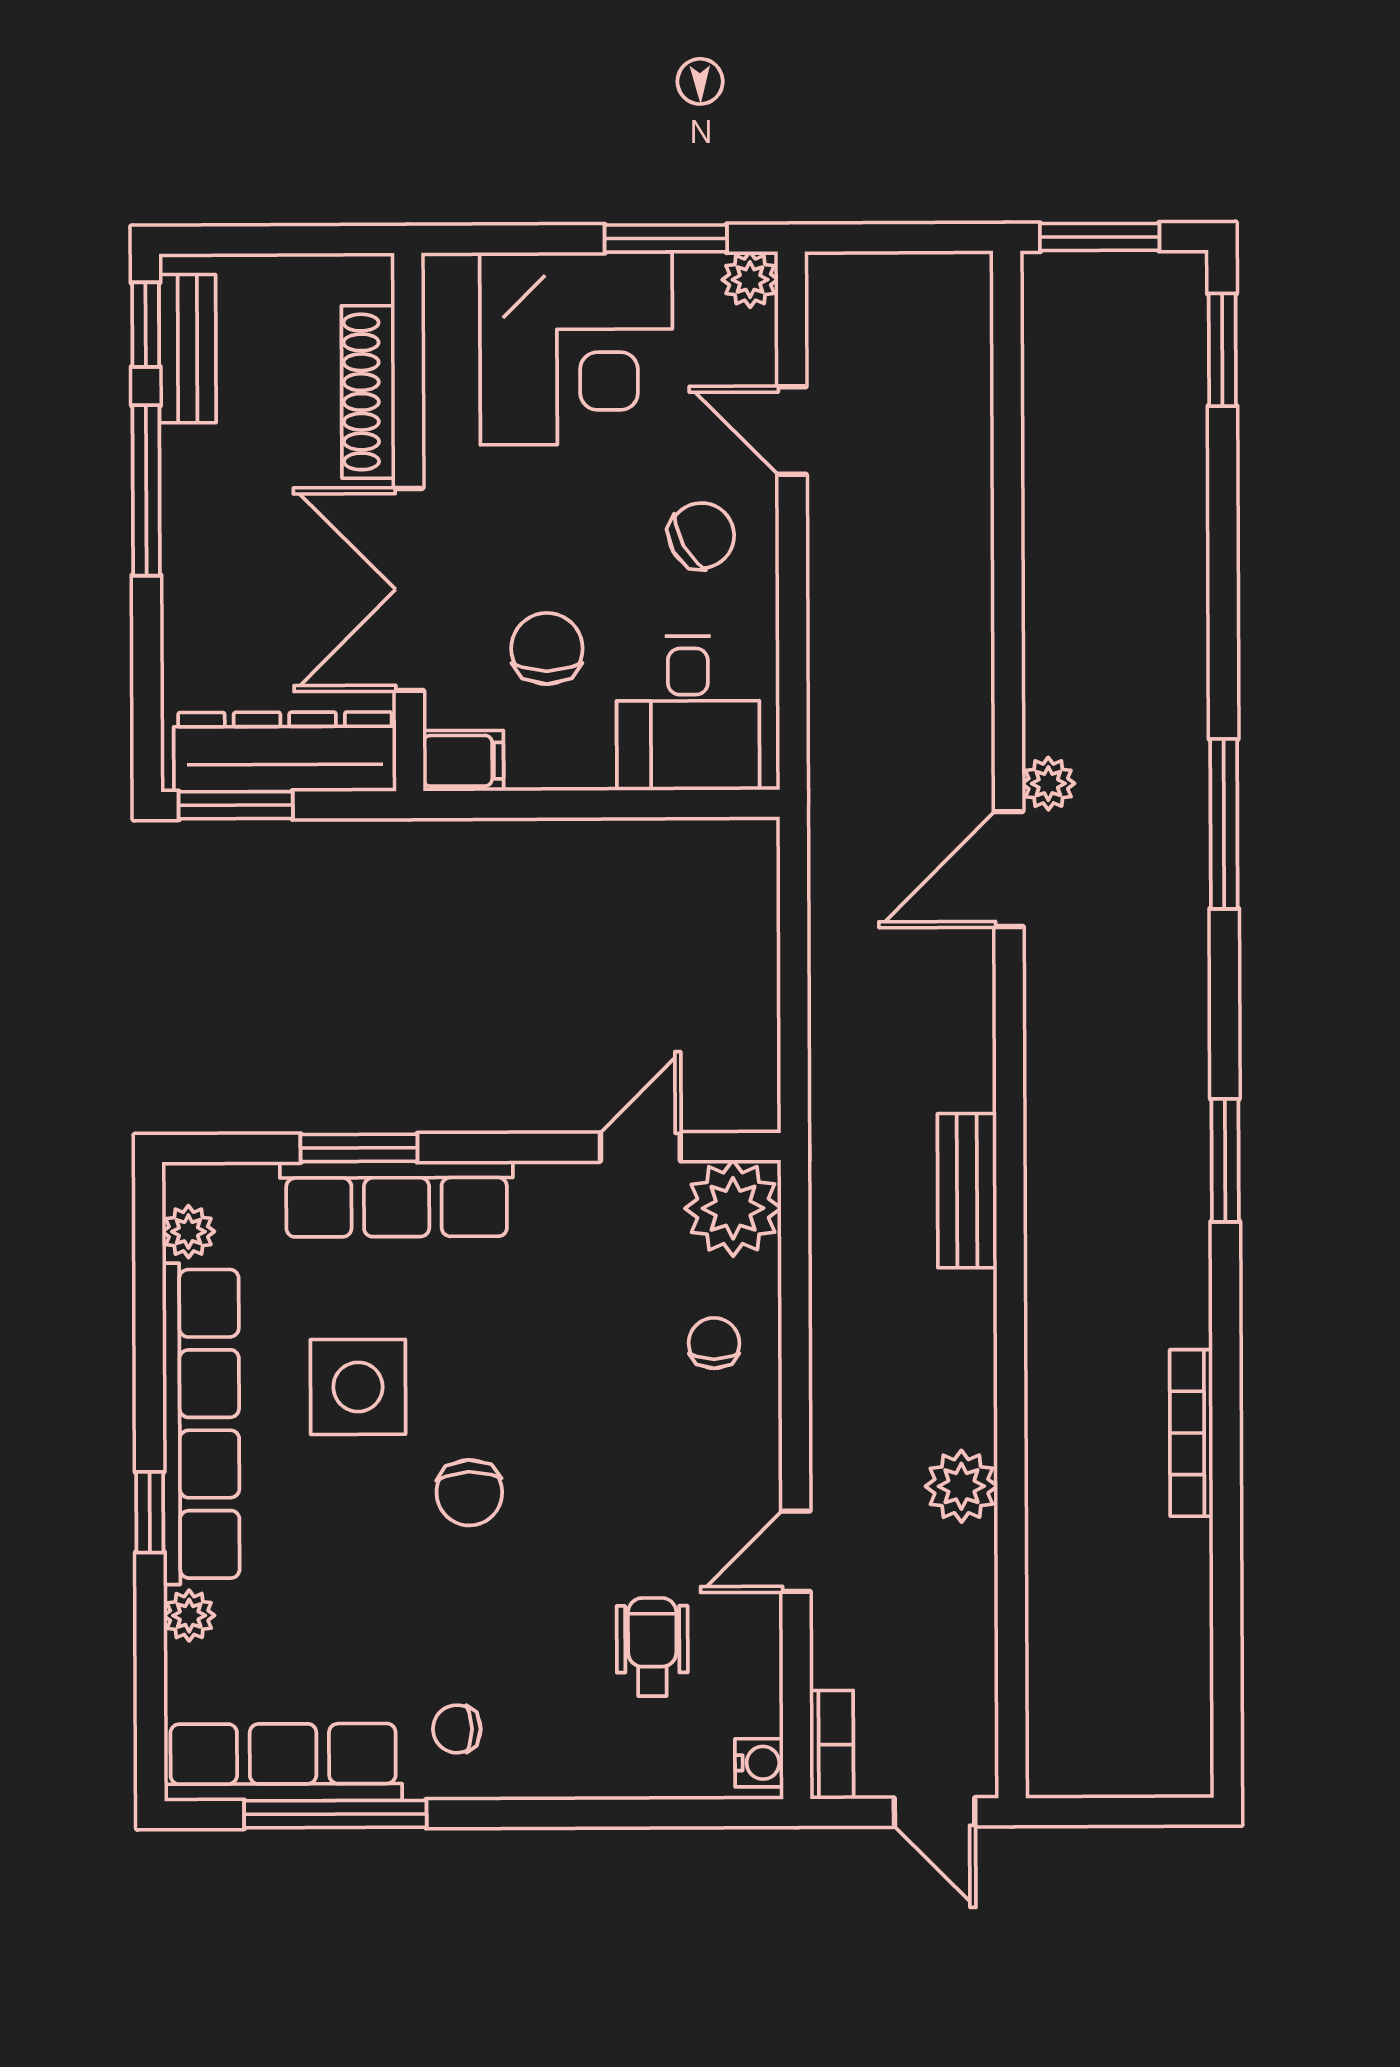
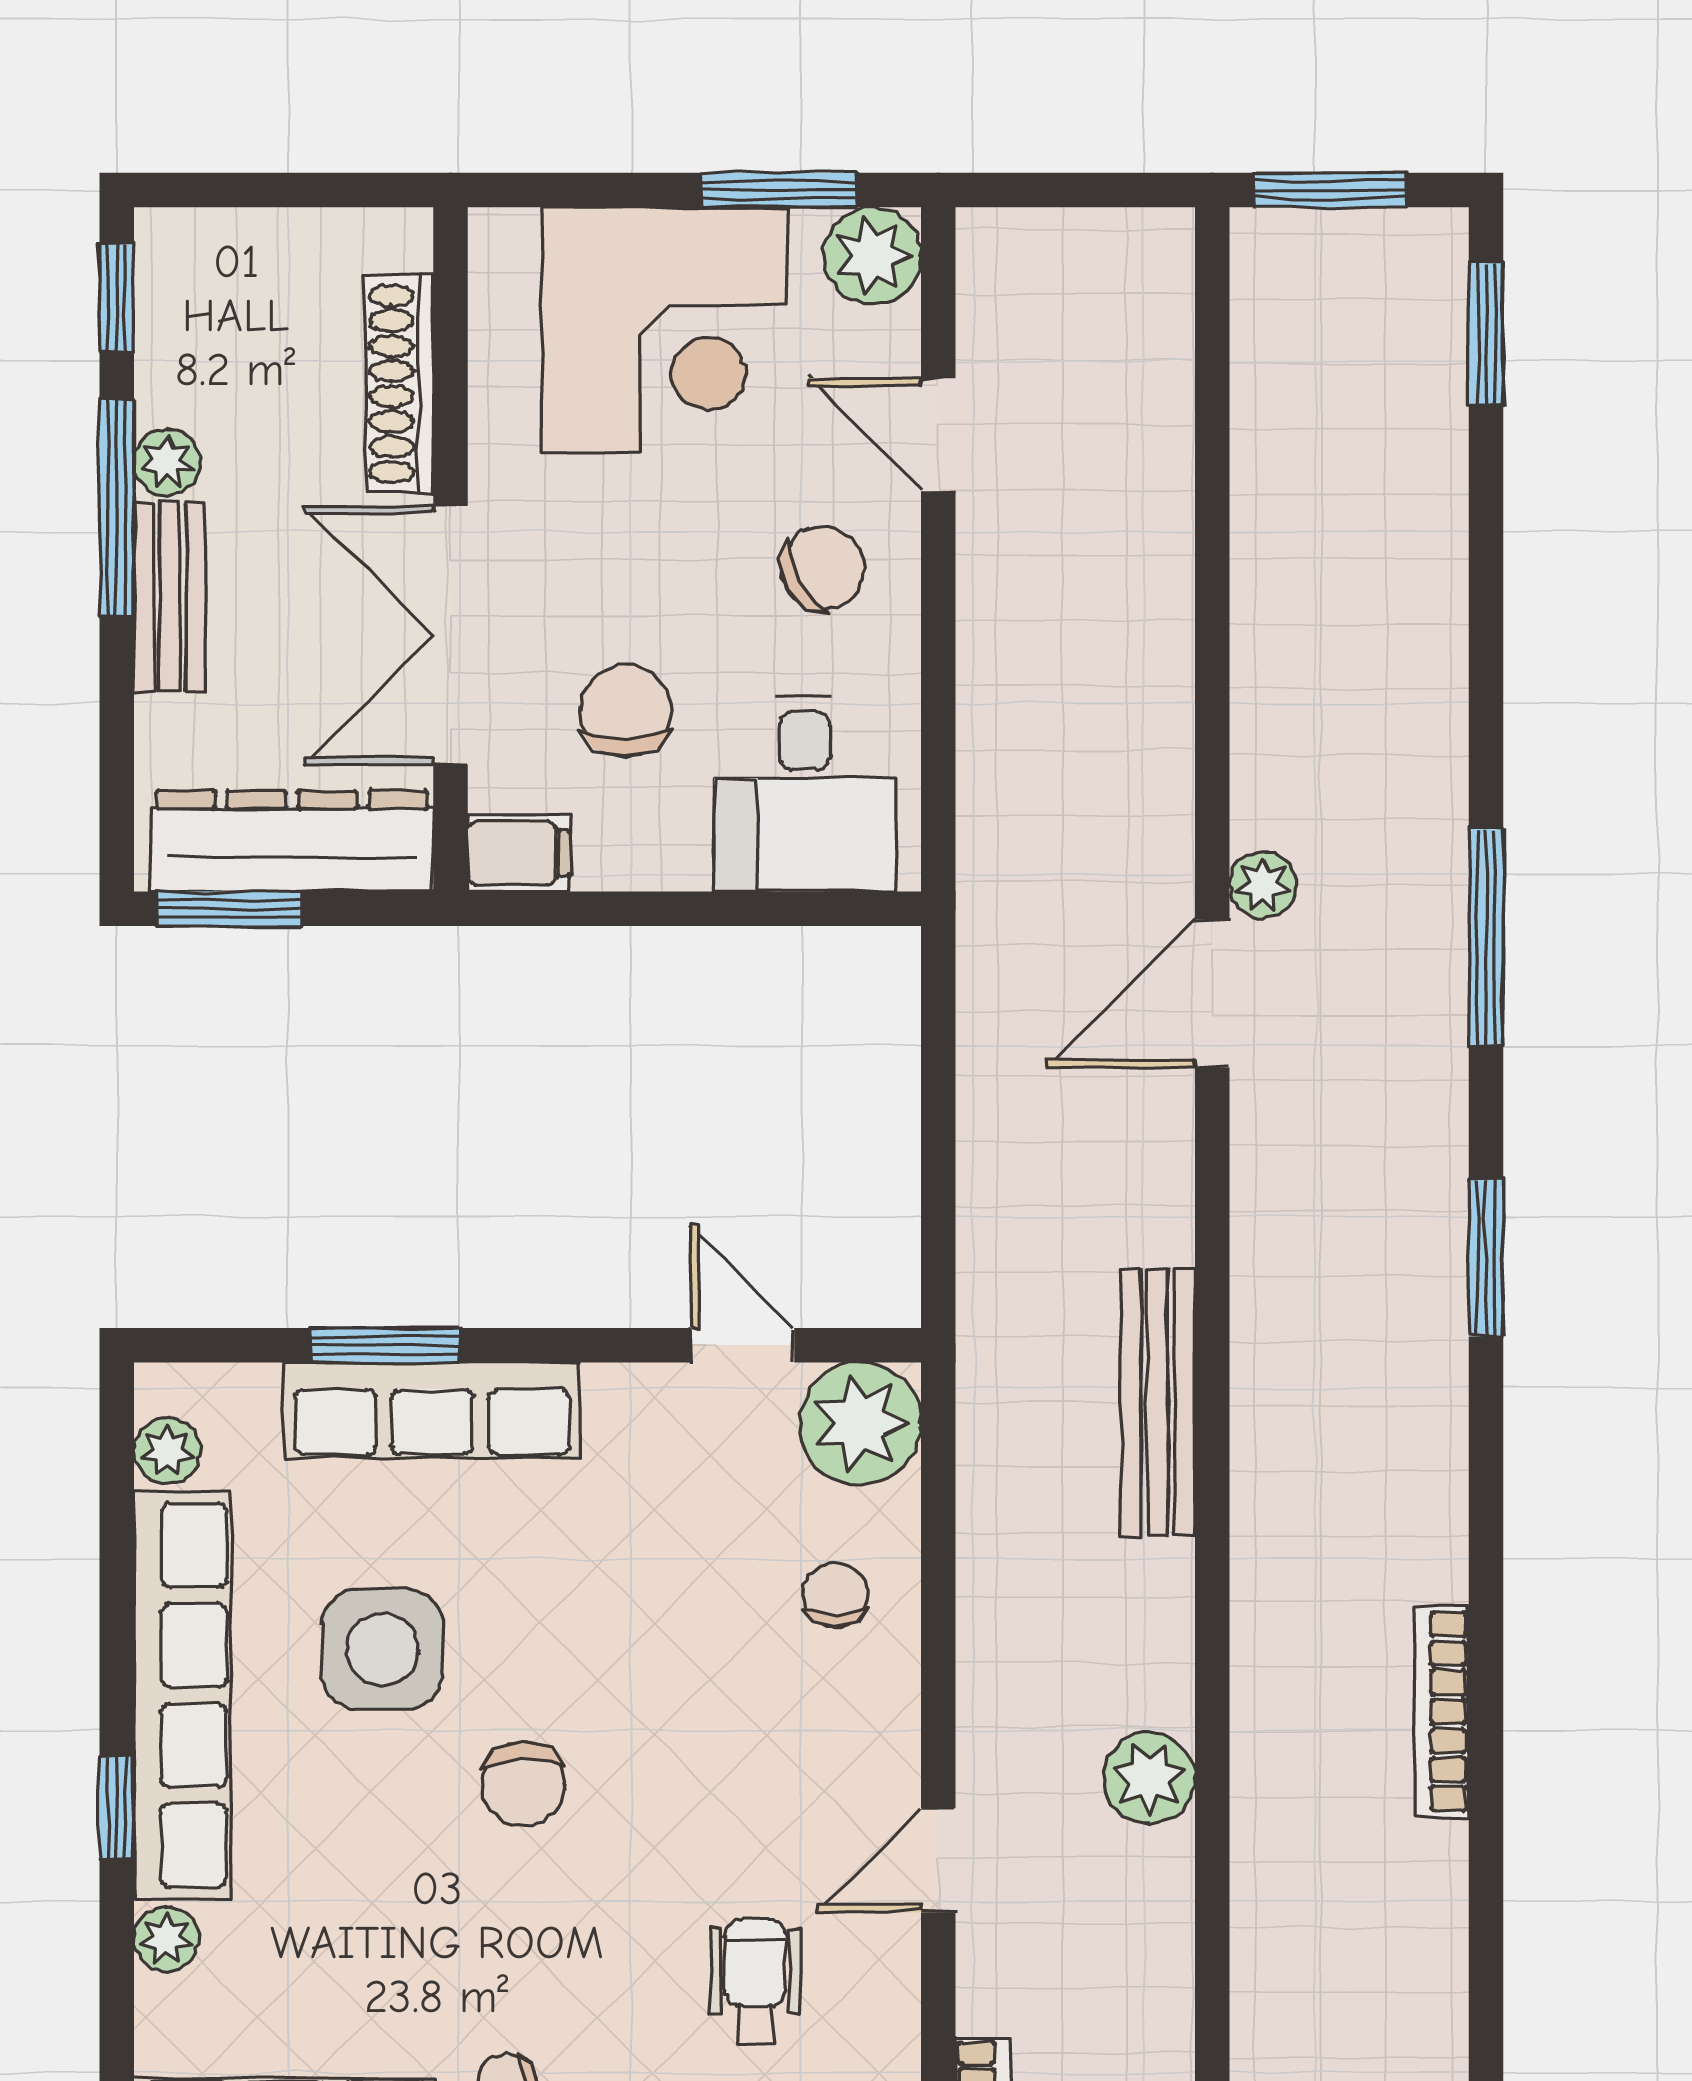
plant: (750, 280) -> (872, 256), width x1.38, depth x1.38
bench: (187, 349) -> (170, 597), moved
plant: (186, 454) -> (167, 462), added
door: (640, 1147) -> (742, 1345), hinge flipped
window: (1225, 1160) -> (1486, 1258), moved
bench: (967, 1191) -> (1158, 1402), width x1.36

